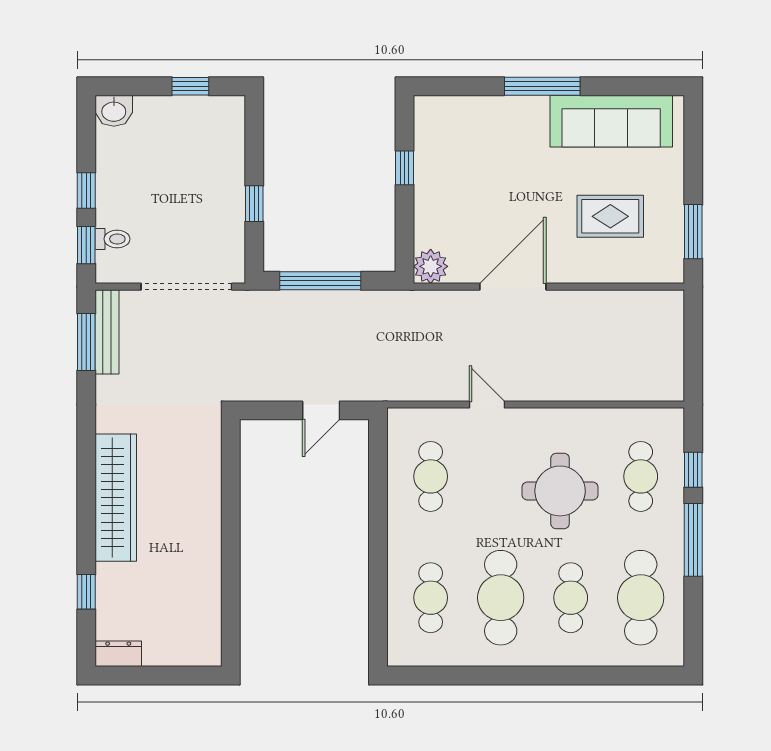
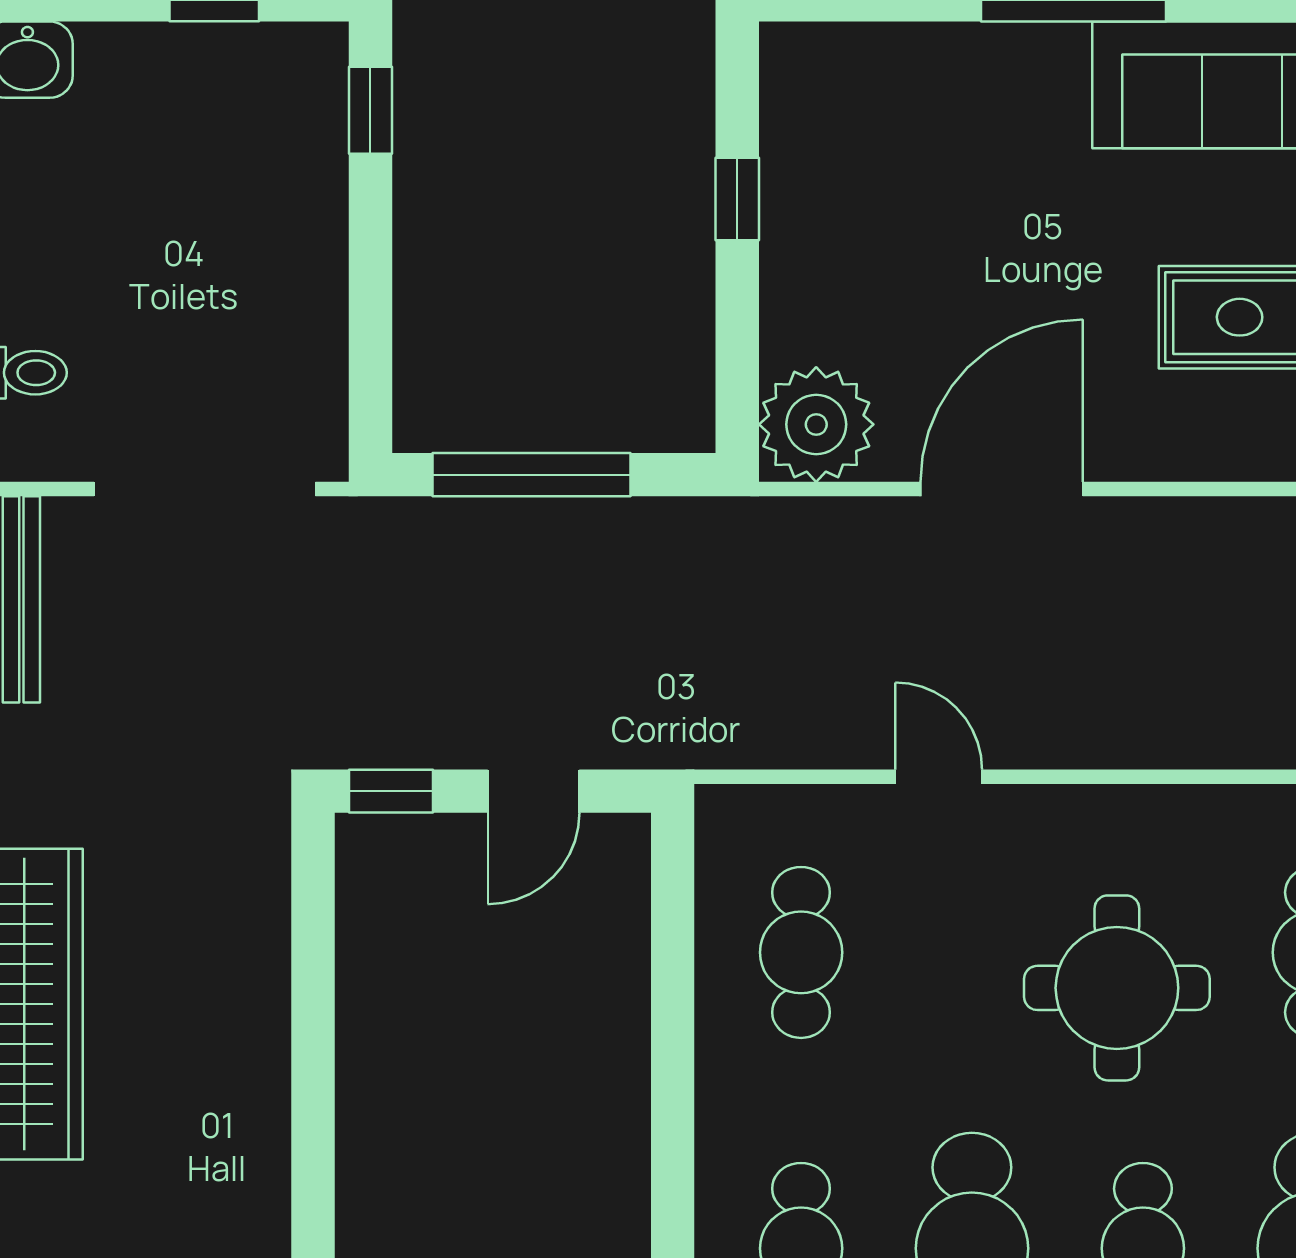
window: (254, 204) -> (370, 110), moved
plant: (431, 266) -> (816, 424), width x1.36, depth x1.36
window: (263, 410) -> (391, 791), added

